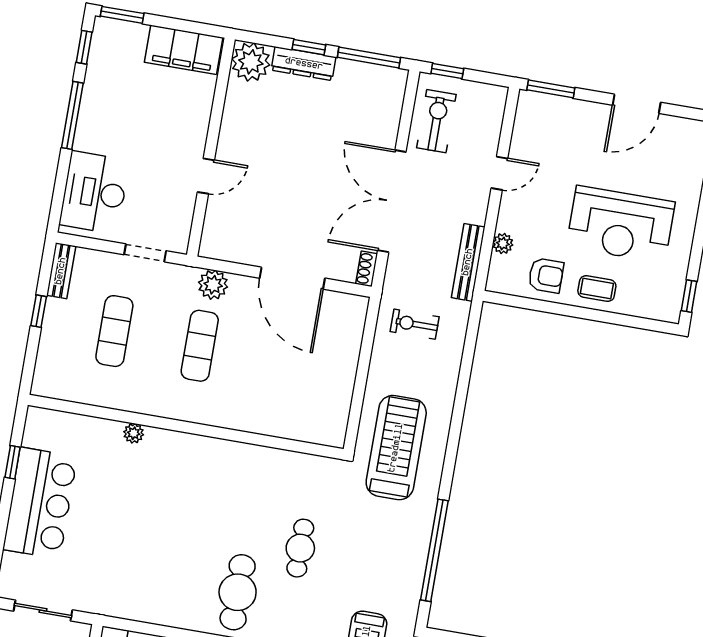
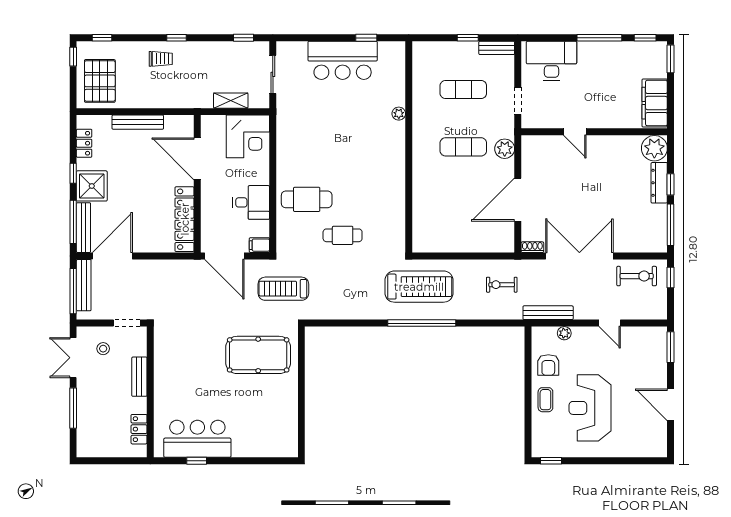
exercise bike: (415, 324) -> (502, 285), turned -90
window: (434, 550) -> (422, 323), moved

